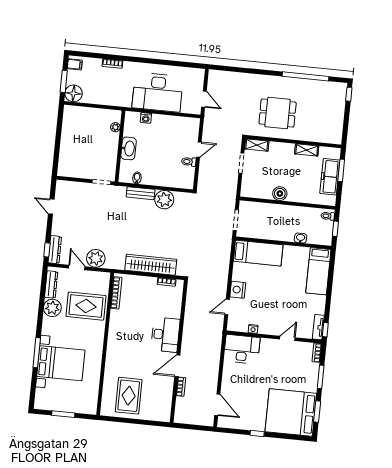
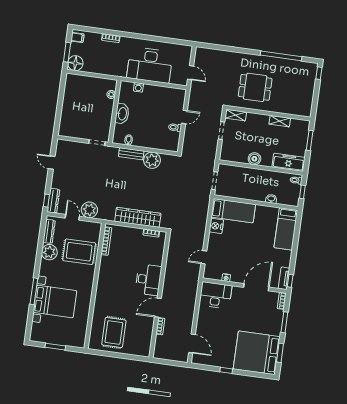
freezer: (330, 177) -> (288, 162), moved, turned 90
nightstand: (238, 290) -> (216, 226), moved
door: (287, 338) -> (256, 287), width x1.87

